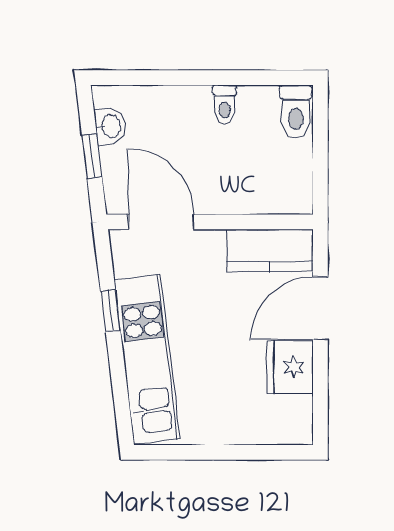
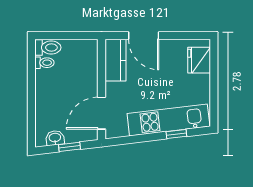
toilet: (225, 105) -> (44, 63), moved
window: (110, 311) -> (176, 134), moved
fridge: (290, 367) -> (199, 60), moved, turned 90

